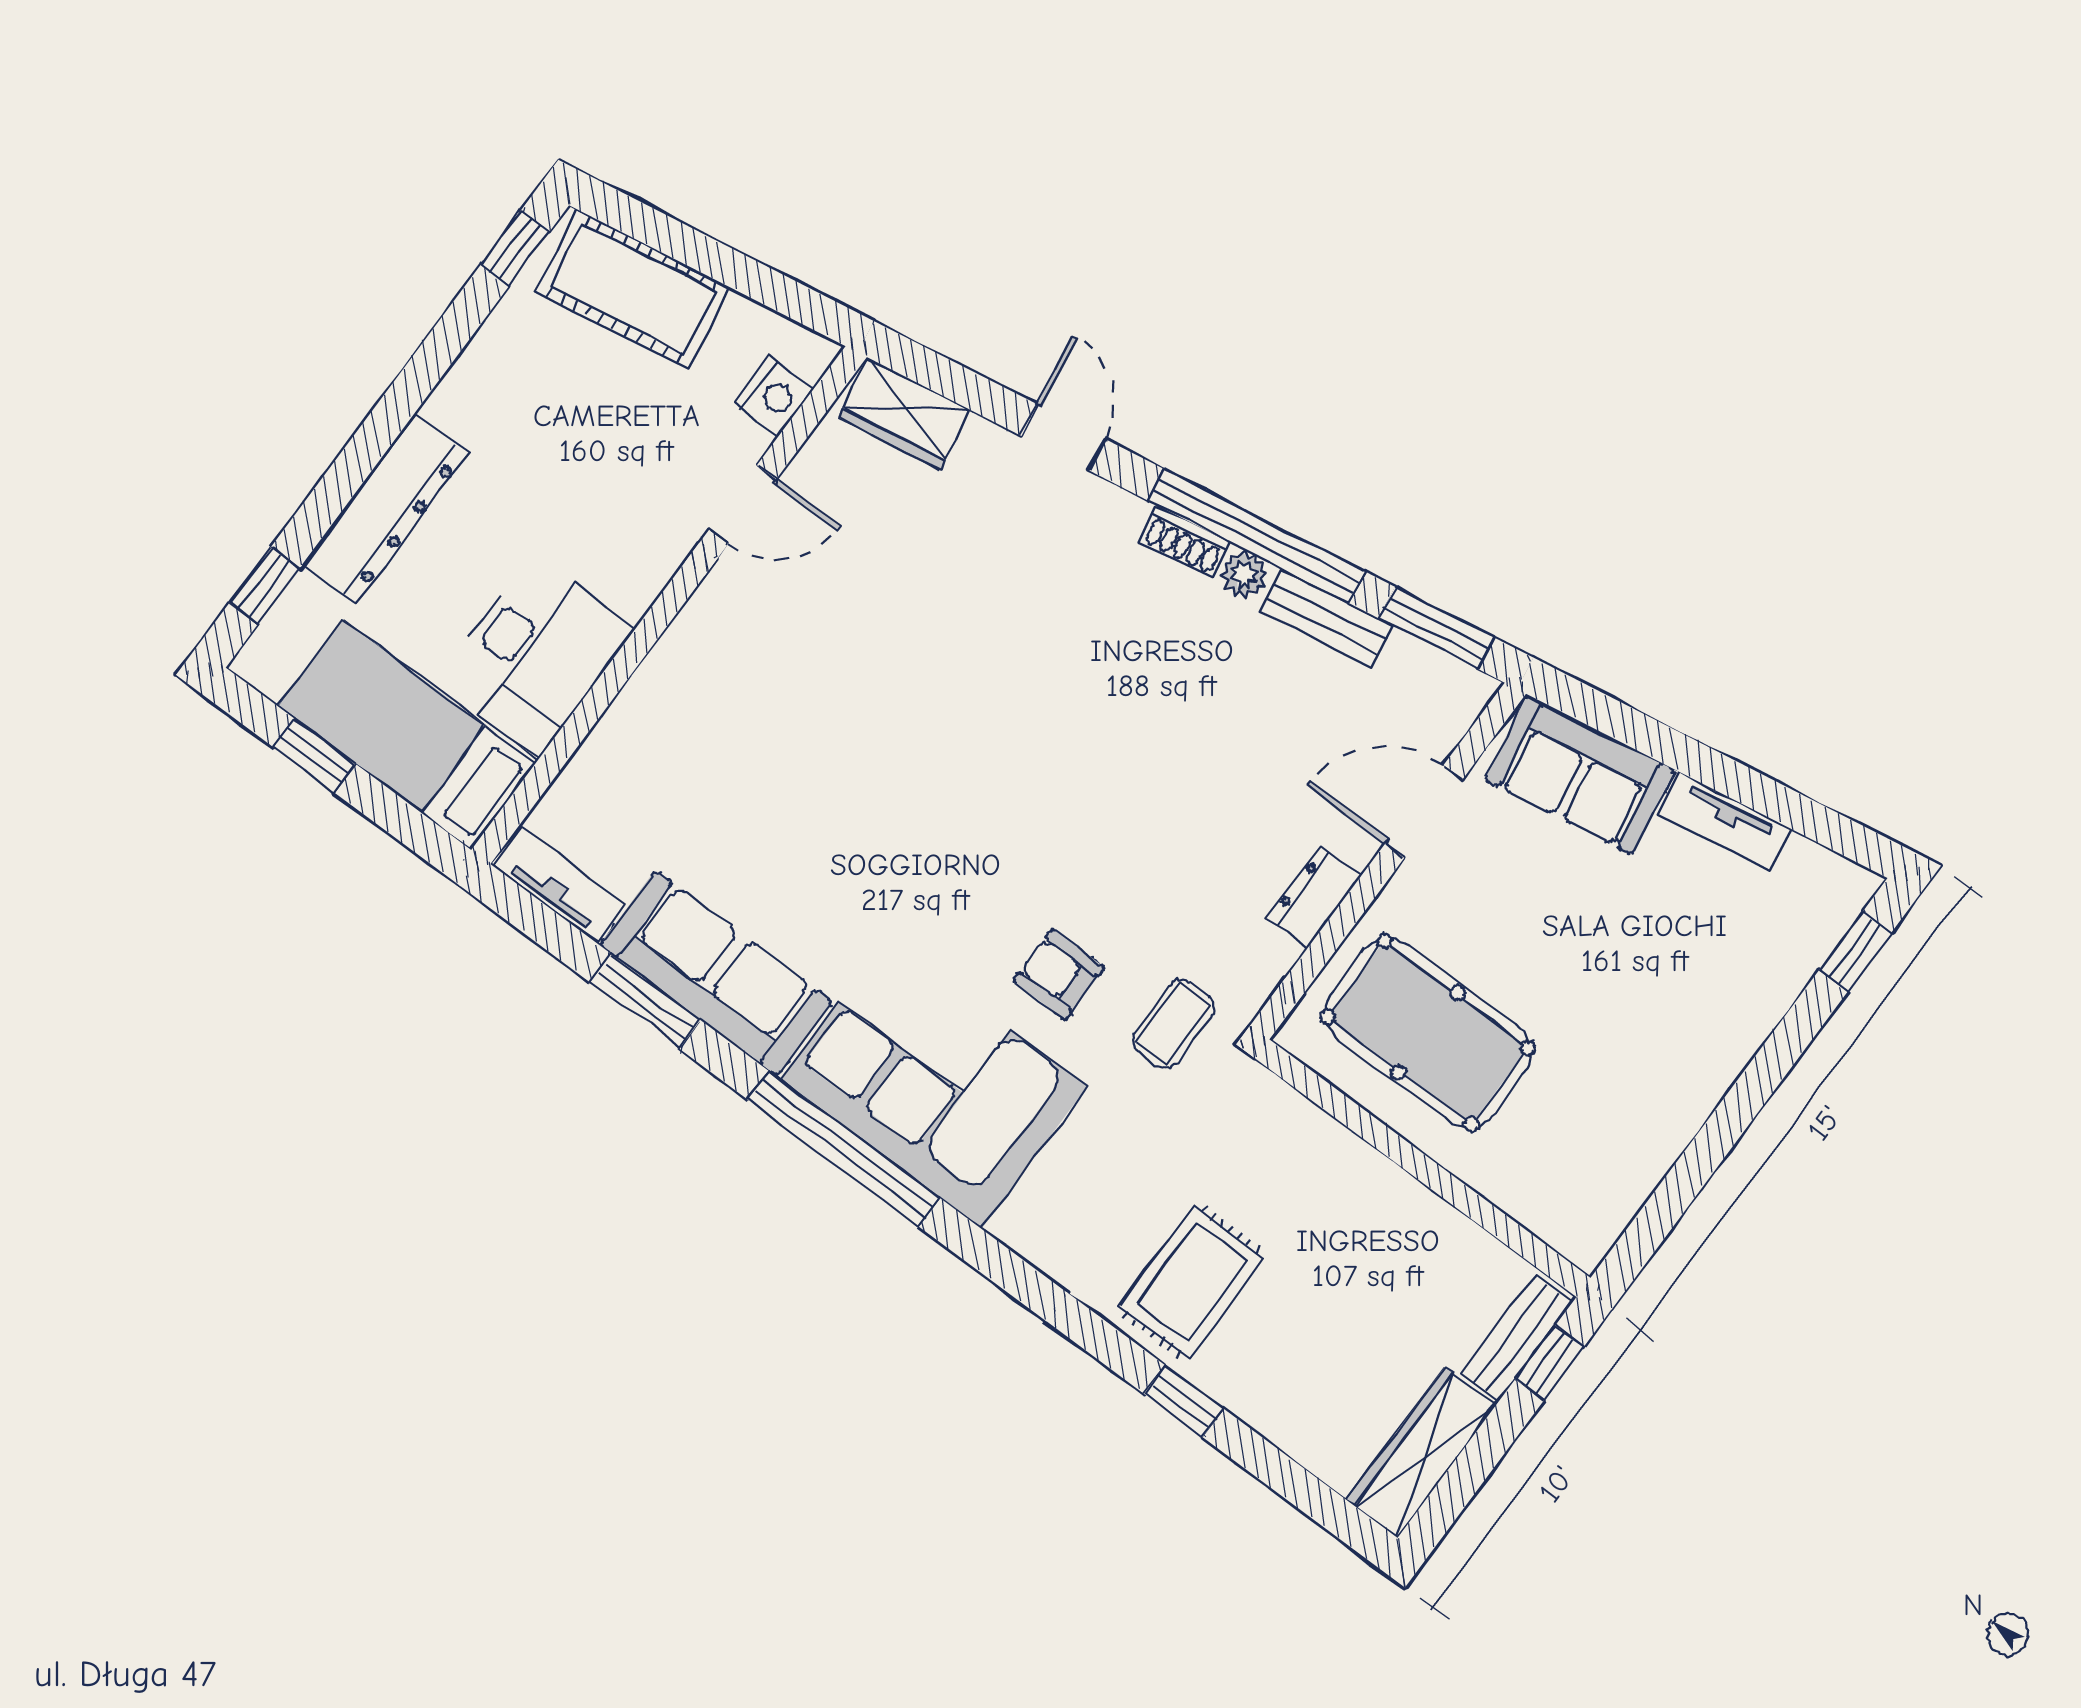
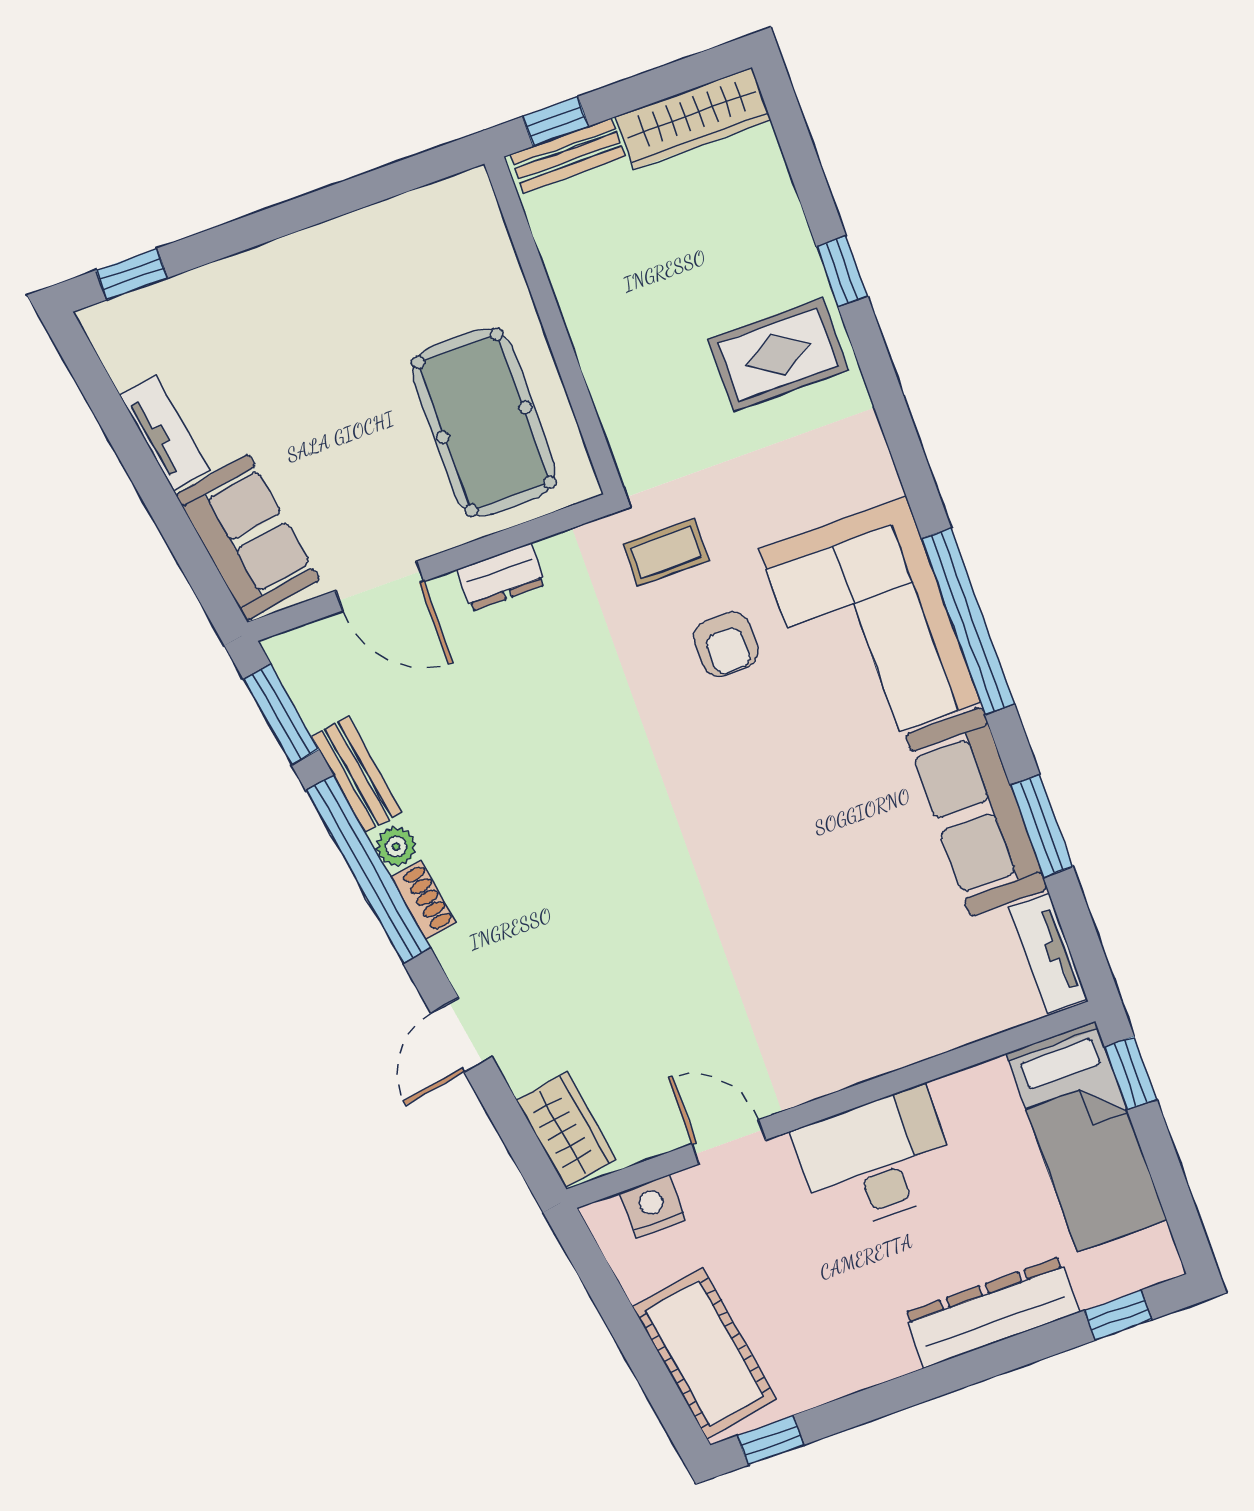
desk: (536, 655) -> (876, 1160), moved
window: (314, 755) -> (1131, 1073), moved

